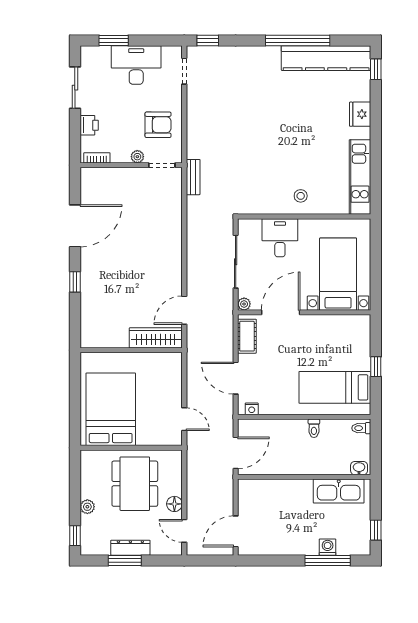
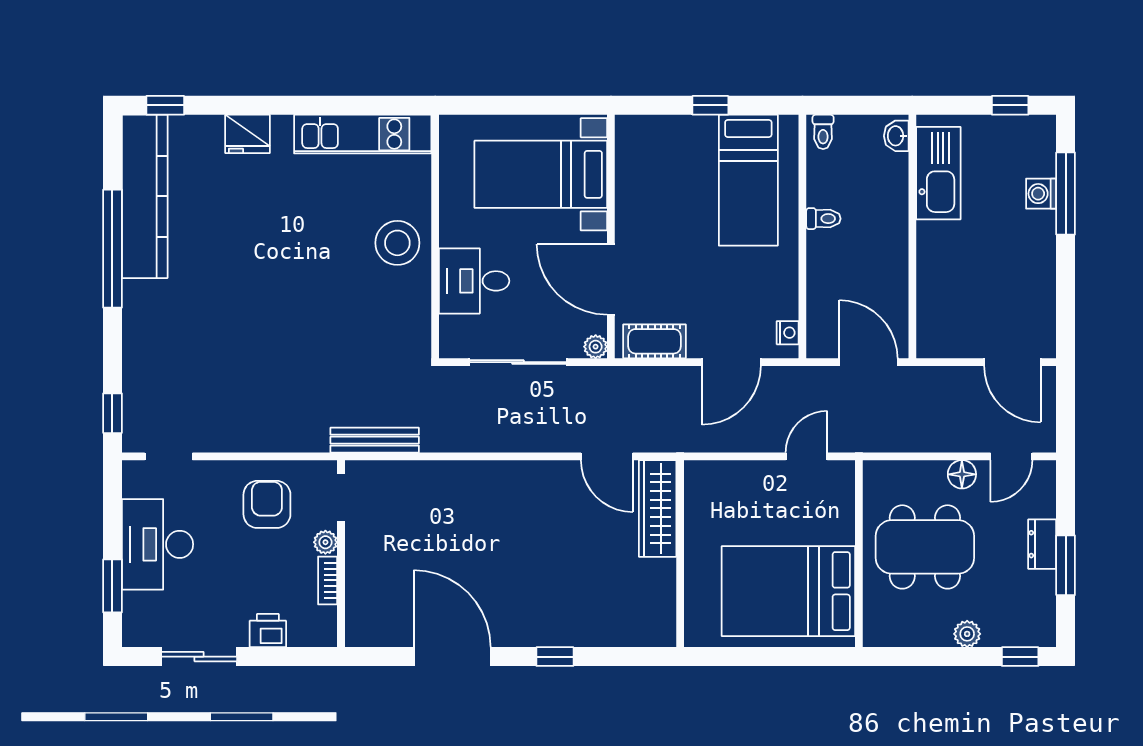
bookcase: (97, 158) -> (328, 580), moved
bench: (193, 177) -> (375, 440), width x1.36
stool: (301, 196) -> (397, 243), width x1.89, depth x1.89
dresser: (130, 548) -> (1042, 544), width x0.70

